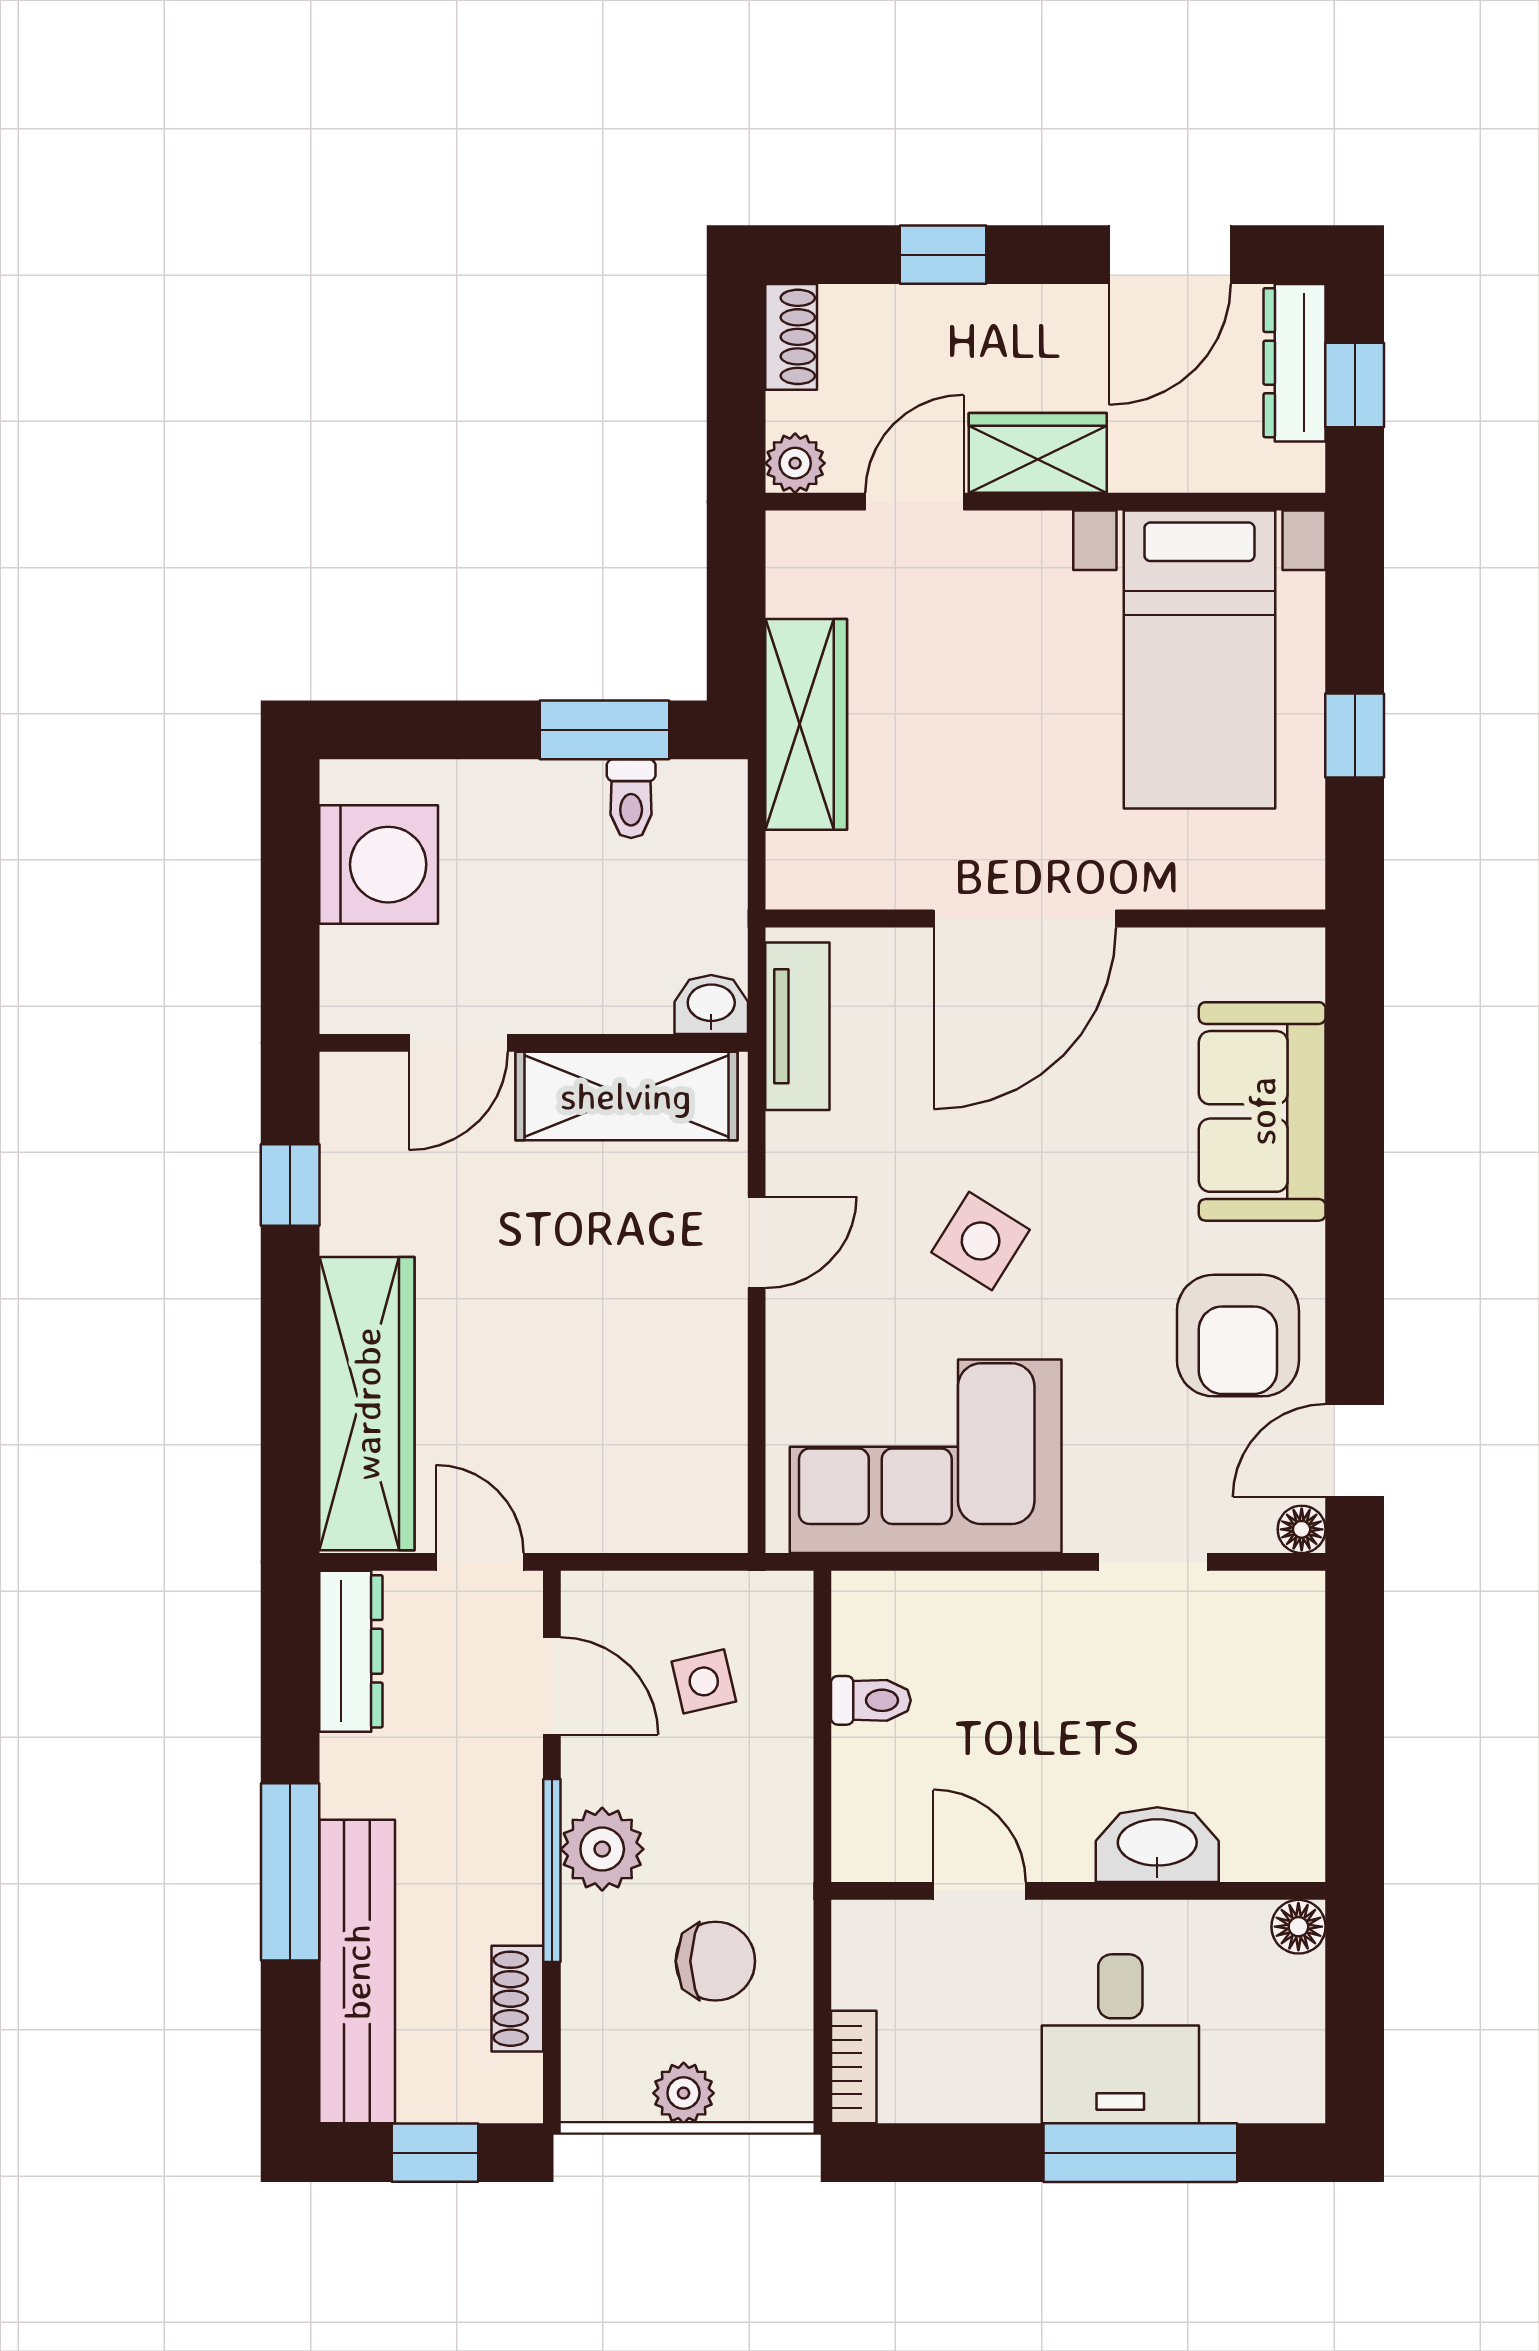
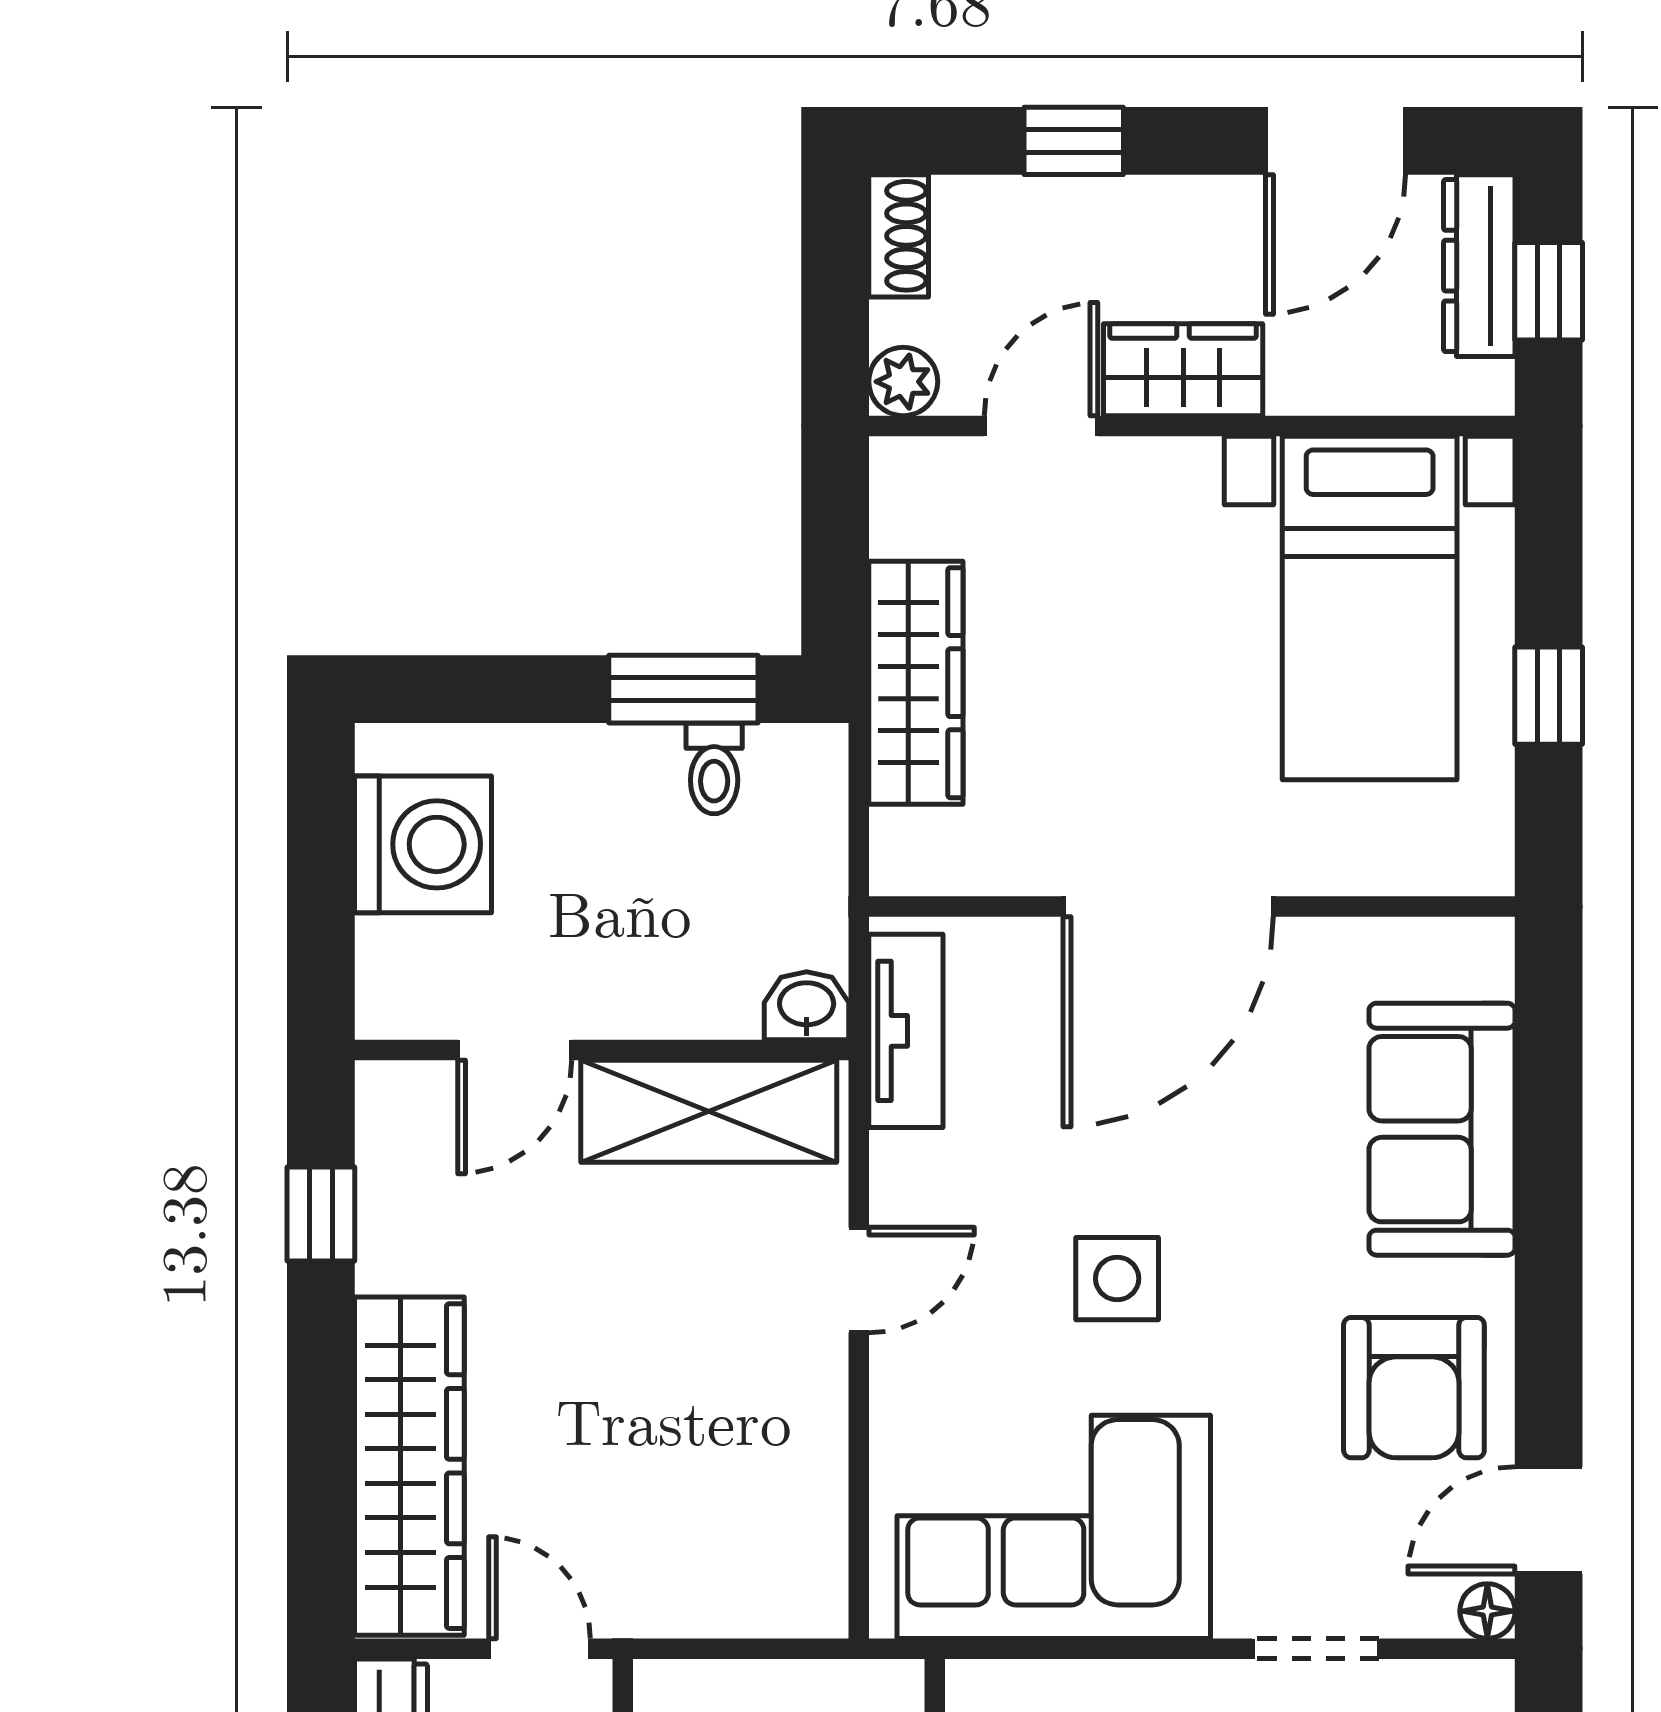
side table: (981, 1241) -> (1117, 1279), turned -32

